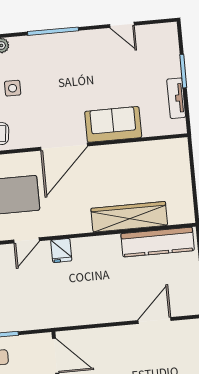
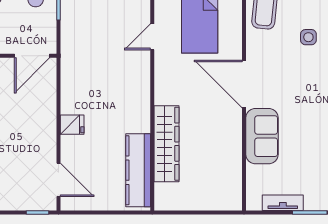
door: (26, 240) -> (152, 37), hinge flipped
fridge: (61, 250) -> (72, 125), moved, turned 180
door: (155, 321) -> (59, 180), moved

